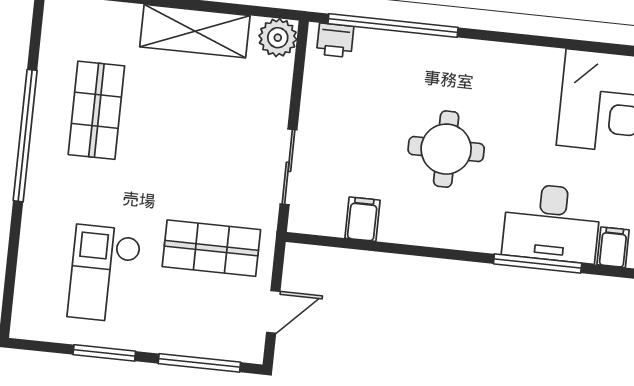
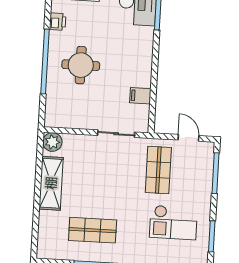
window: (393, 25) -> (45, 62), moved
printer: (335, 40) -> (58, 22), moved
round table: (446, 149) -> (81, 65), moved
window: (104, 353) -> (212, 236), moved

